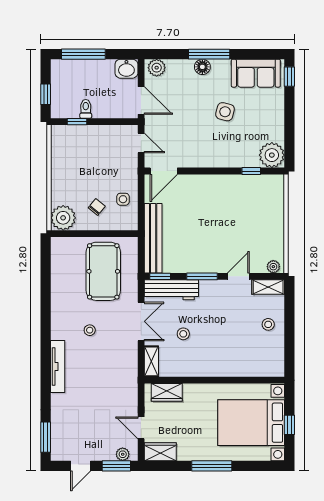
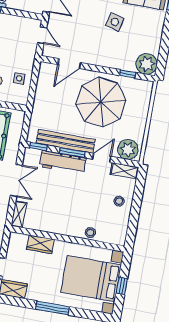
door: (164, 171) -> (69, 64), moved
parasol: (225, 210) -> (101, 102), added
bench: (153, 238) -> (66, 141), moved, turned 90
plant: (273, 267) -> (128, 149), width x1.87, depth x1.87
workbench: (171, 290) -> (63, 162), moved
stool: (183, 334) -> (90, 233), moved
wardrobe: (167, 392) -> (40, 244), moved

